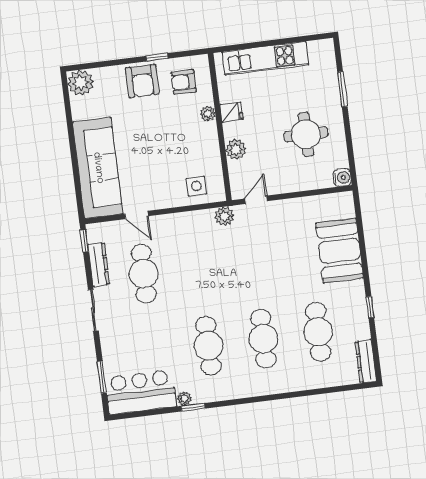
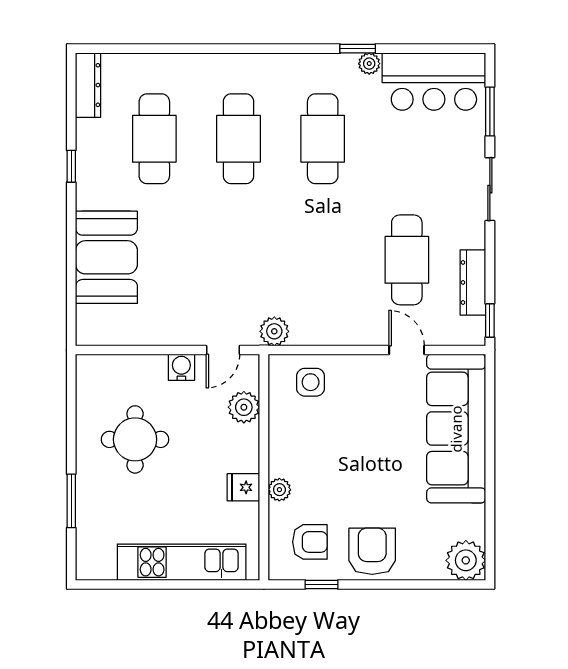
window: (157, 57) -> (322, 584), moved
plant: (236, 149) -> (244, 407), moved
water cooler: (342, 178) -> (181, 367), moved, turned 90
sliding door: (93, 310) -> (490, 189), moved

